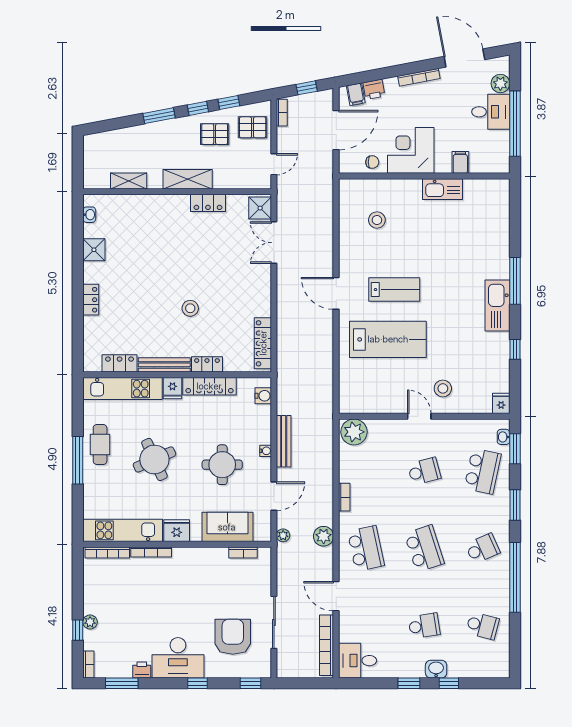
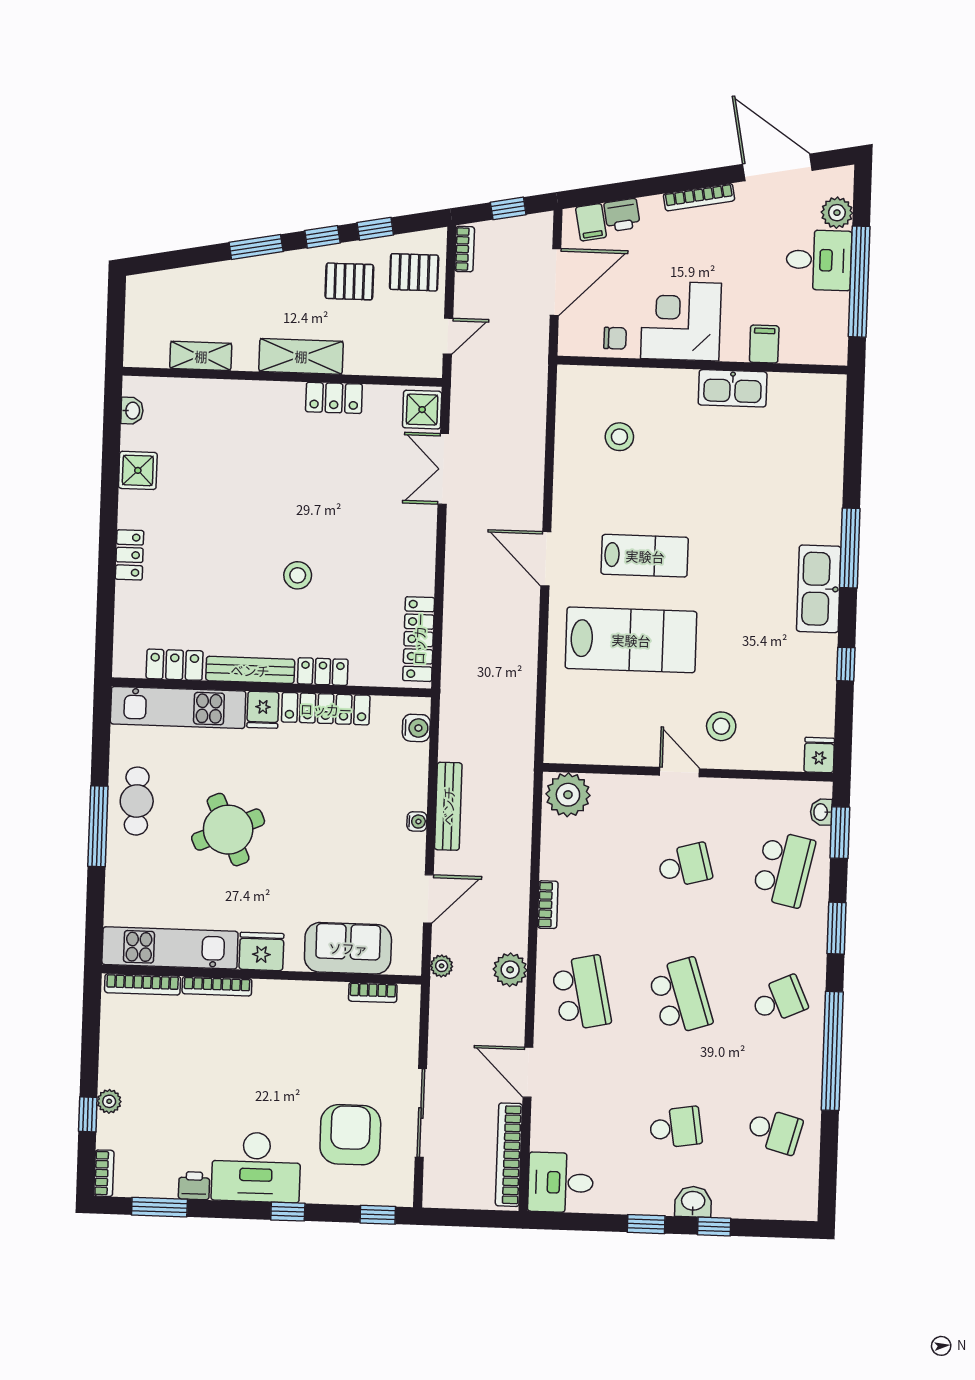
round table: (222, 465) -> (343, 842), removed

